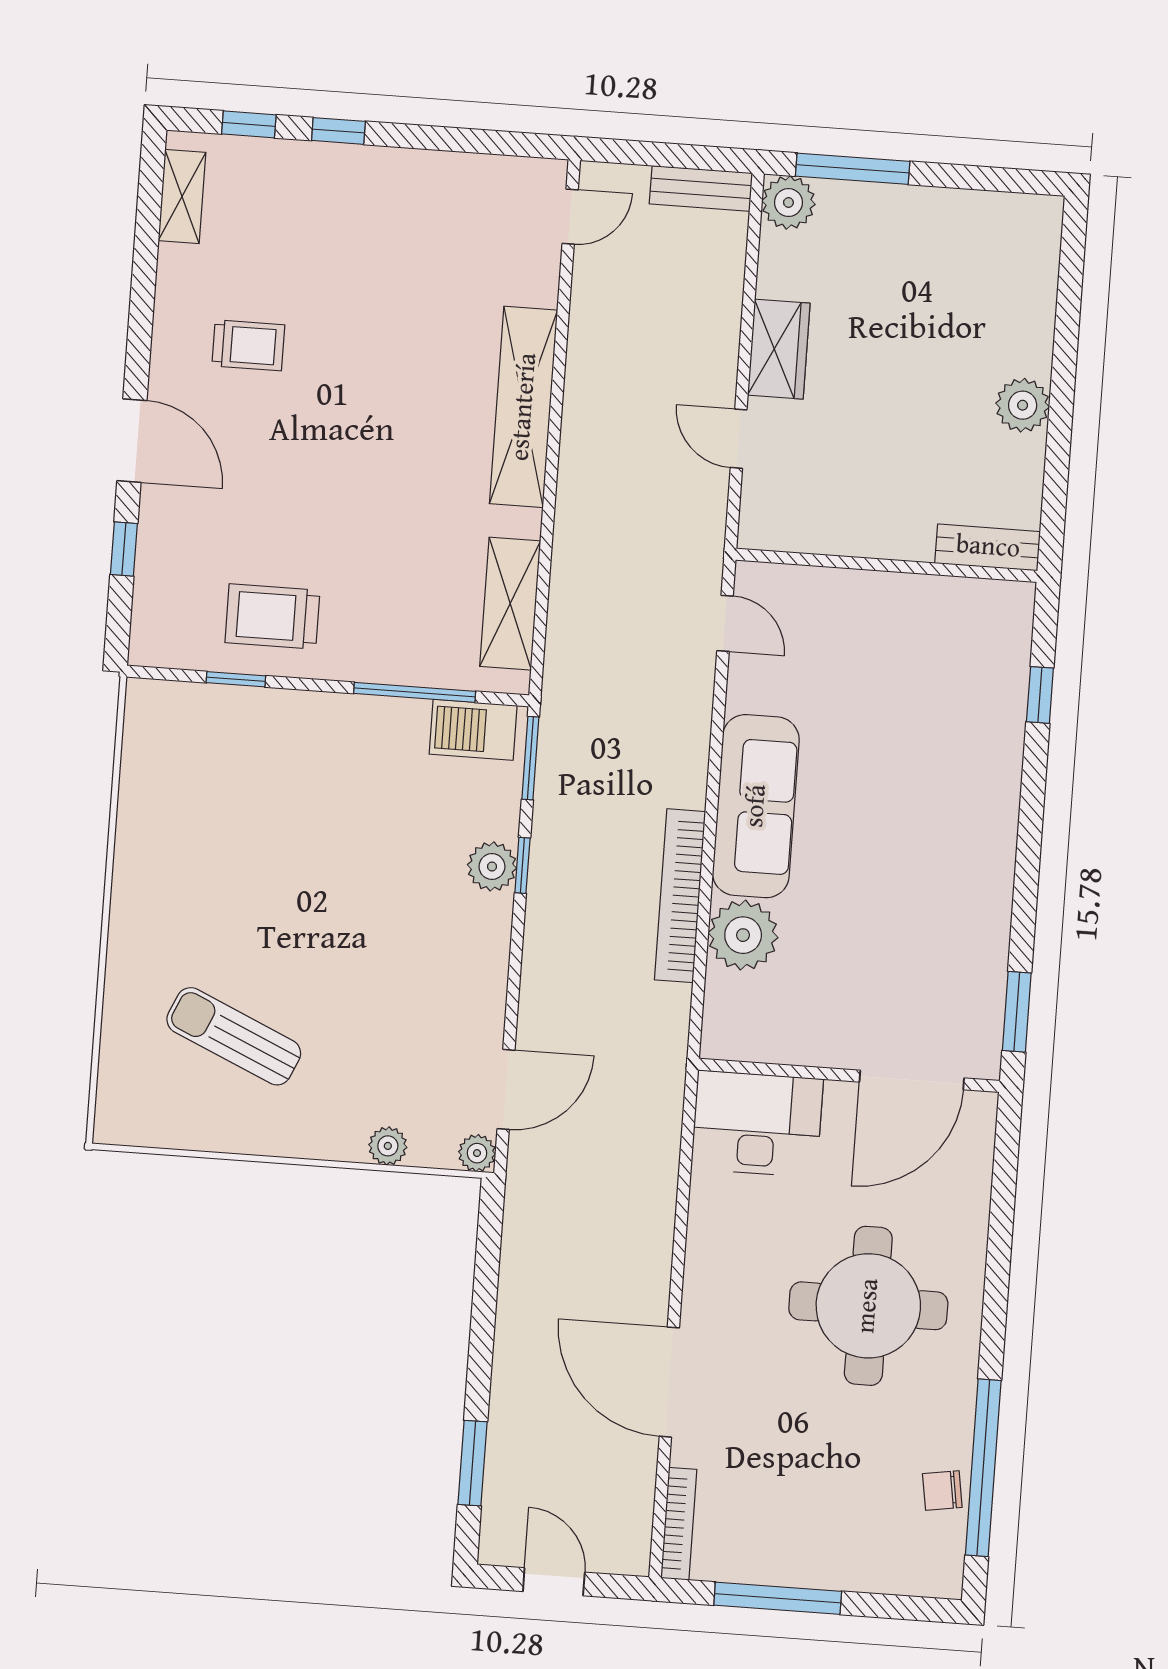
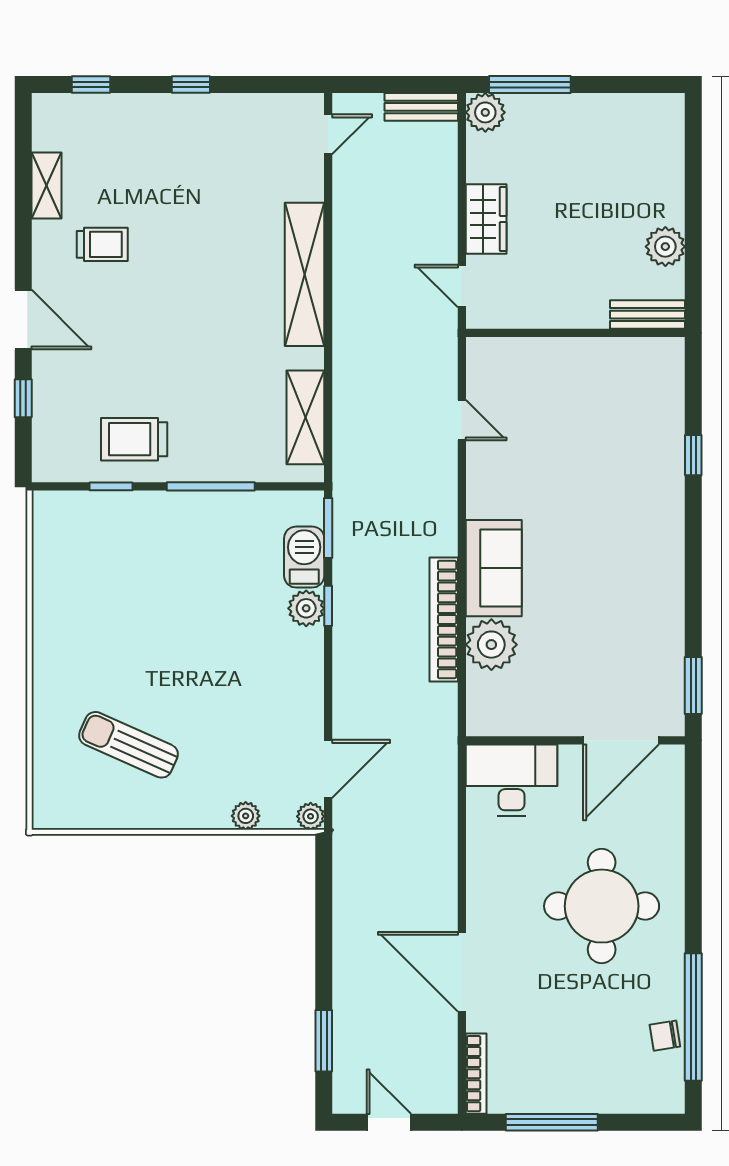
window: (338, 131) -> (191, 85), moved
shelving: (182, 197) -> (46, 185), moved
bench: (988, 547) -> (648, 315), moved
wall: (886, 565) -> (575, 333), moved
window: (415, 692) -> (211, 486), moved
barbecue: (473, 730) -> (304, 557), moved, turned 90
sofa: (756, 806) -> (494, 568), width x0.73

